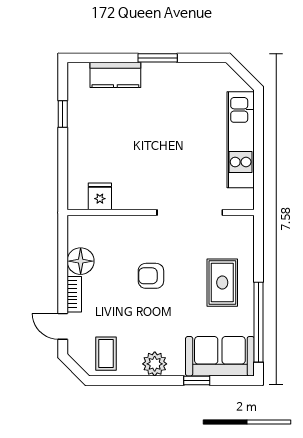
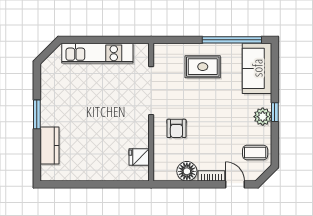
window: (63, 114) -> (78, 184), removed
armchair: (151, 276) -> (176, 128), moved
door: (63, 326) -> (235, 184), swing flipped
window: (197, 380) -> (275, 112), moved

